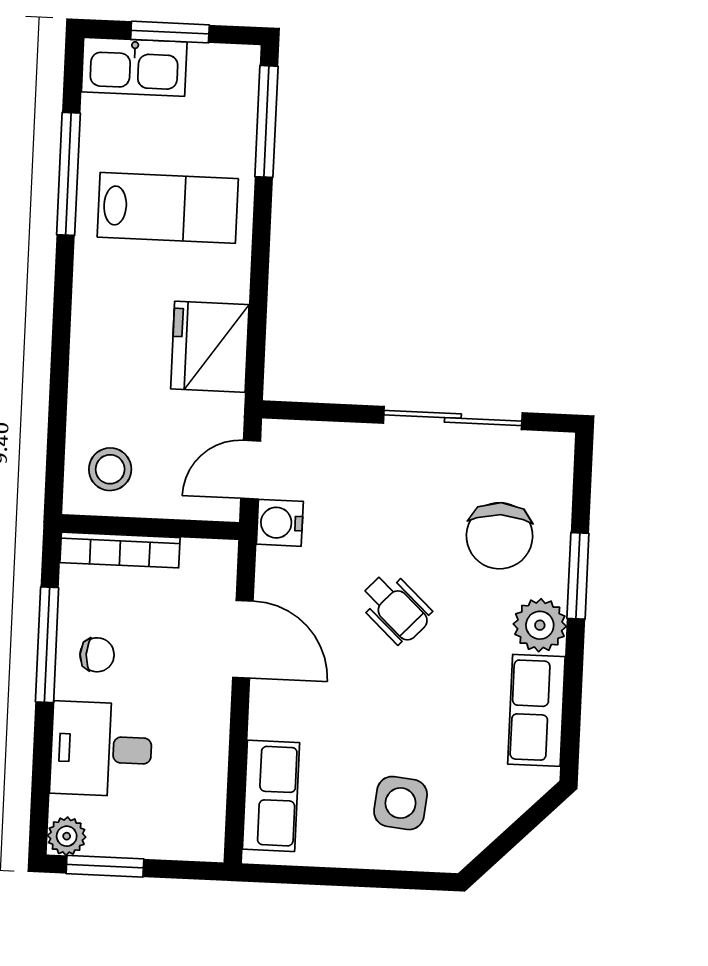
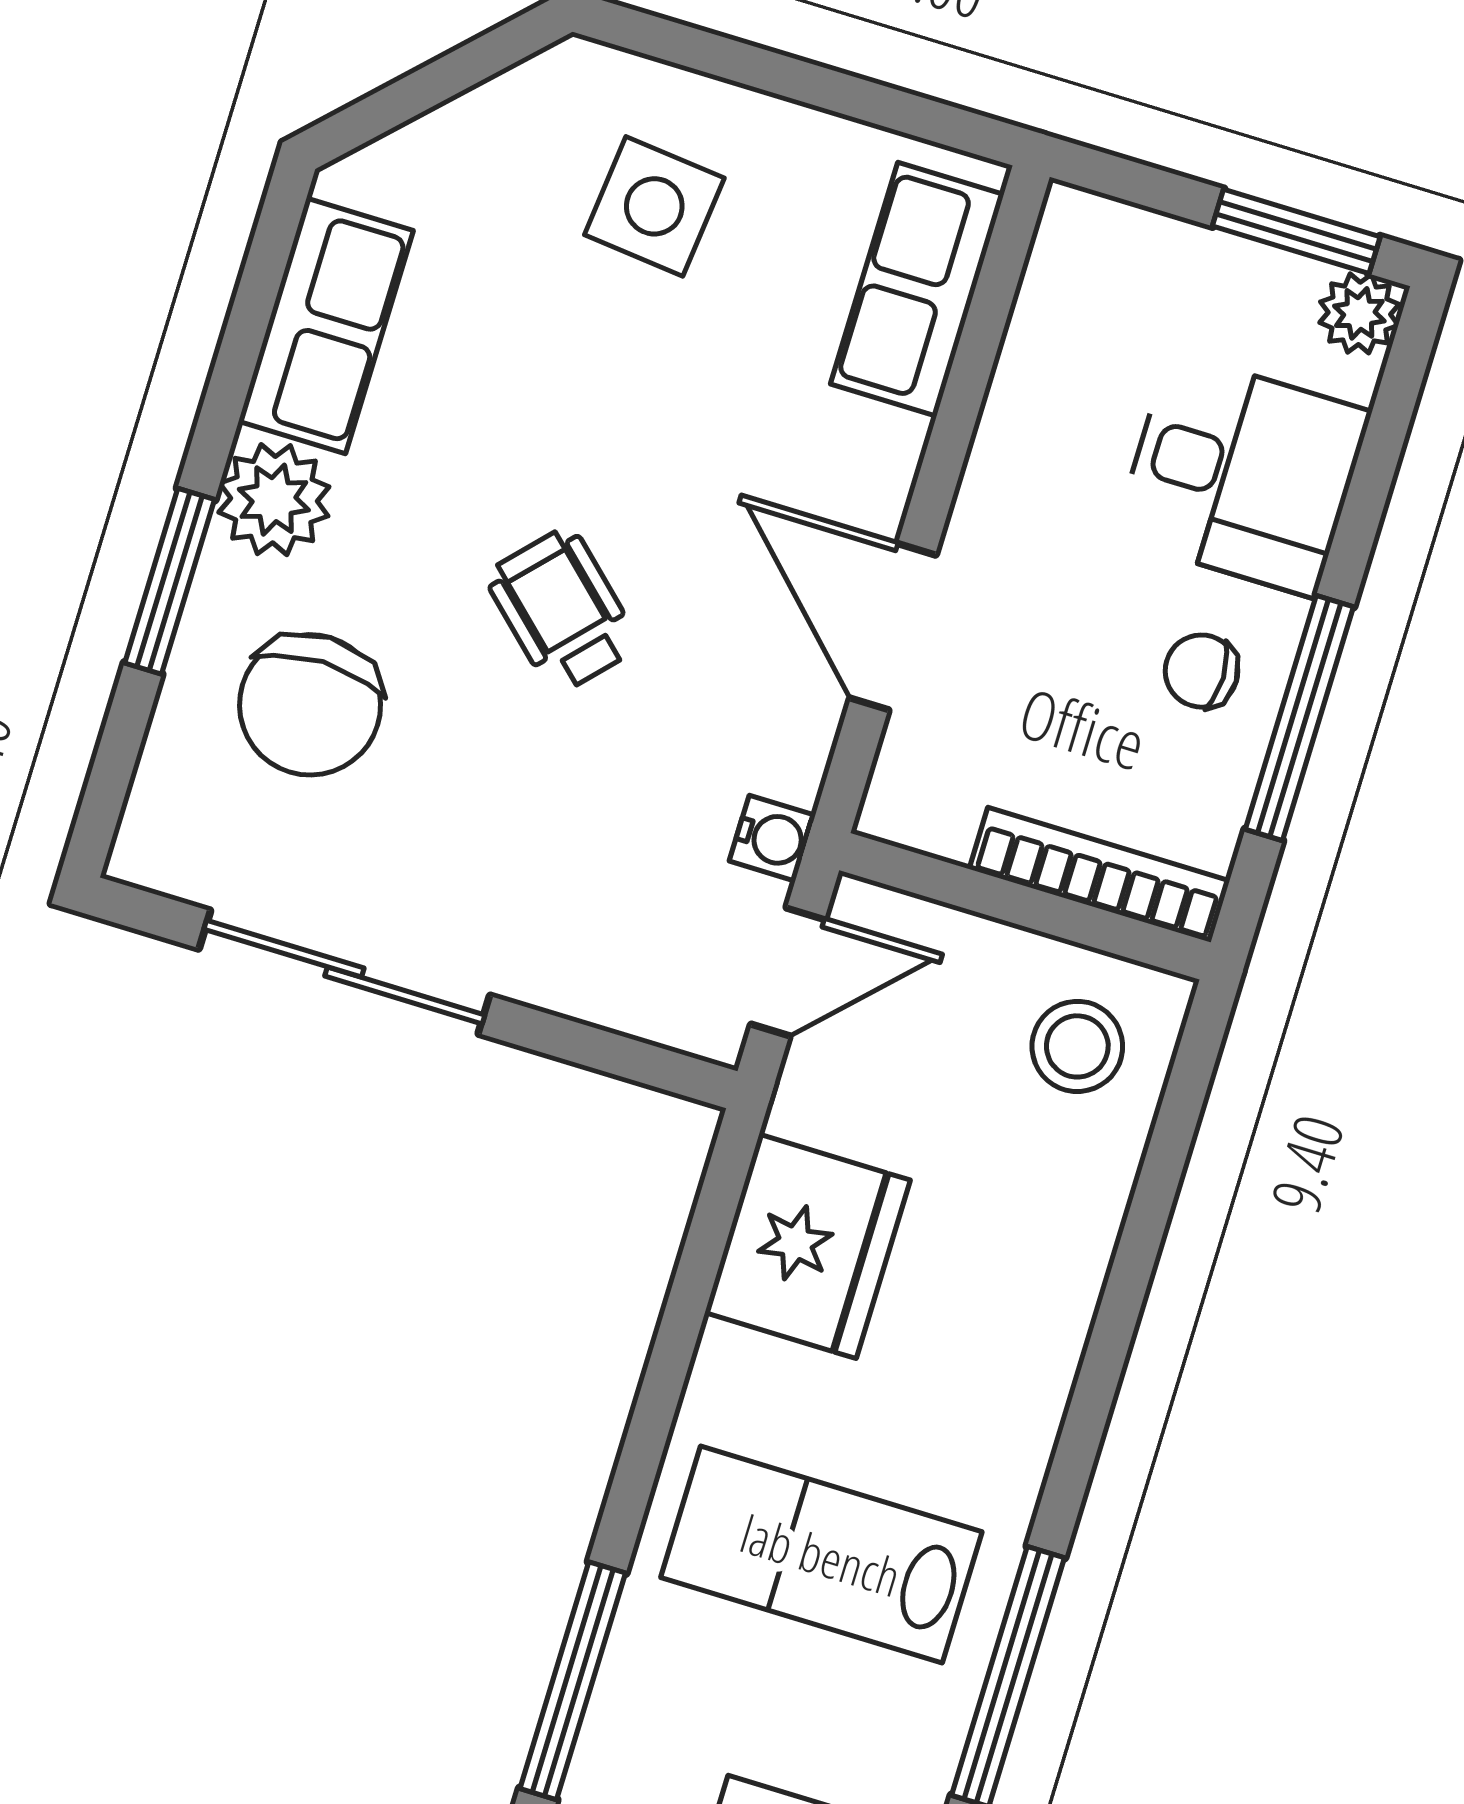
water cooler: (280, 523) -> (772, 838), width x0.72, depth x0.72
chair: (500, 536) -> (310, 705), turned 180

